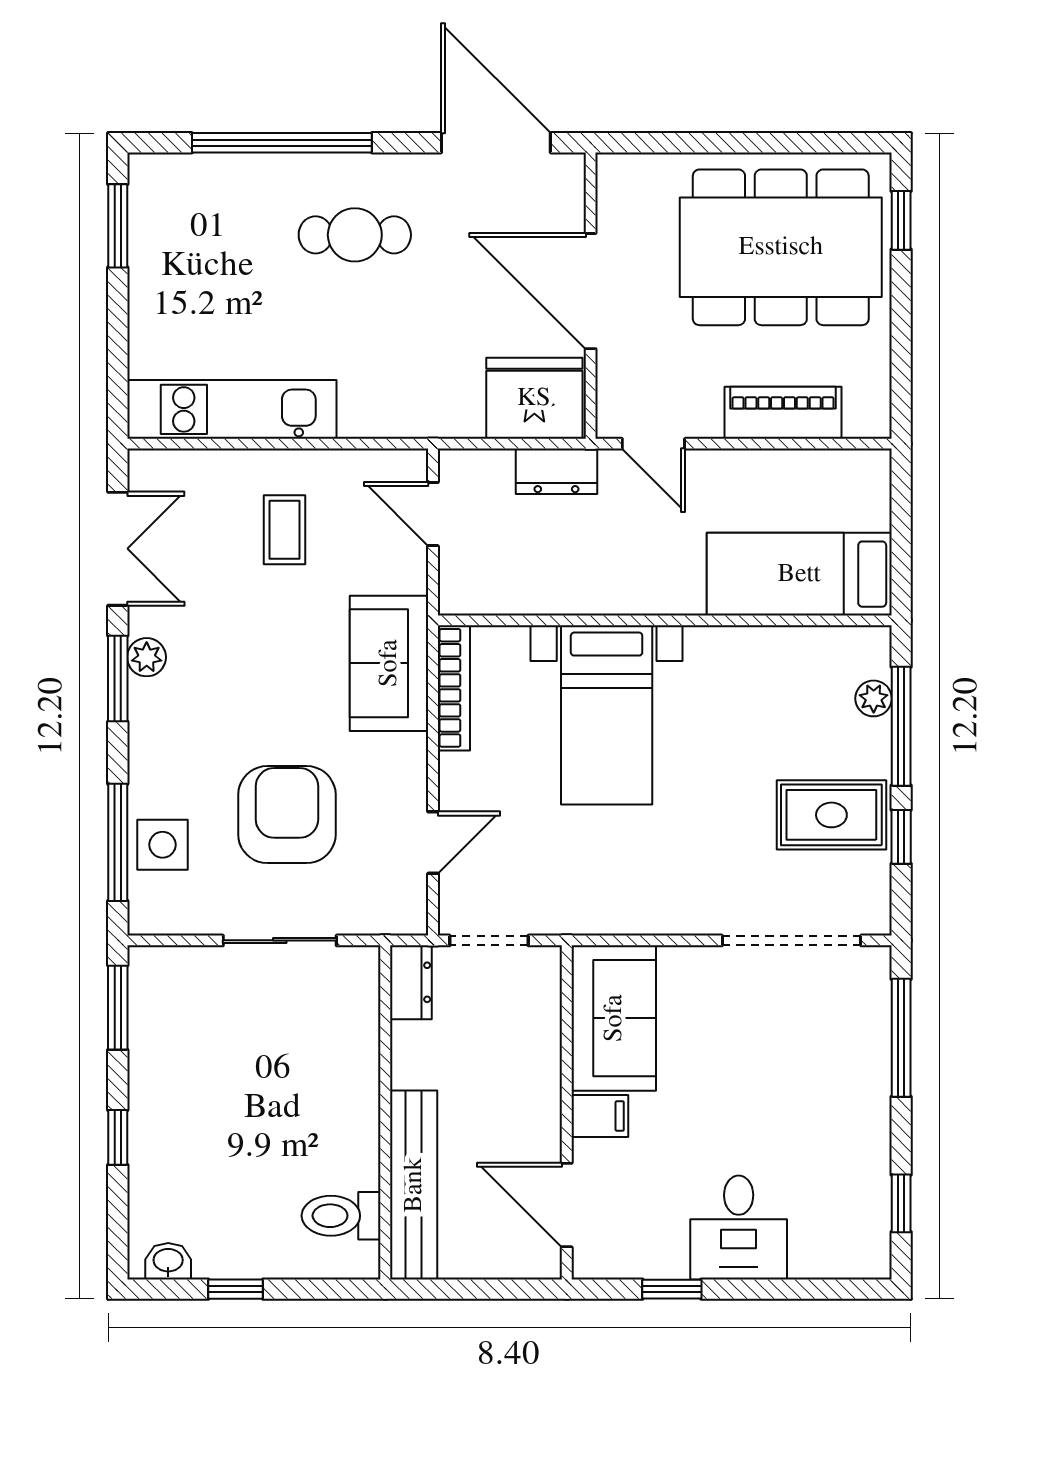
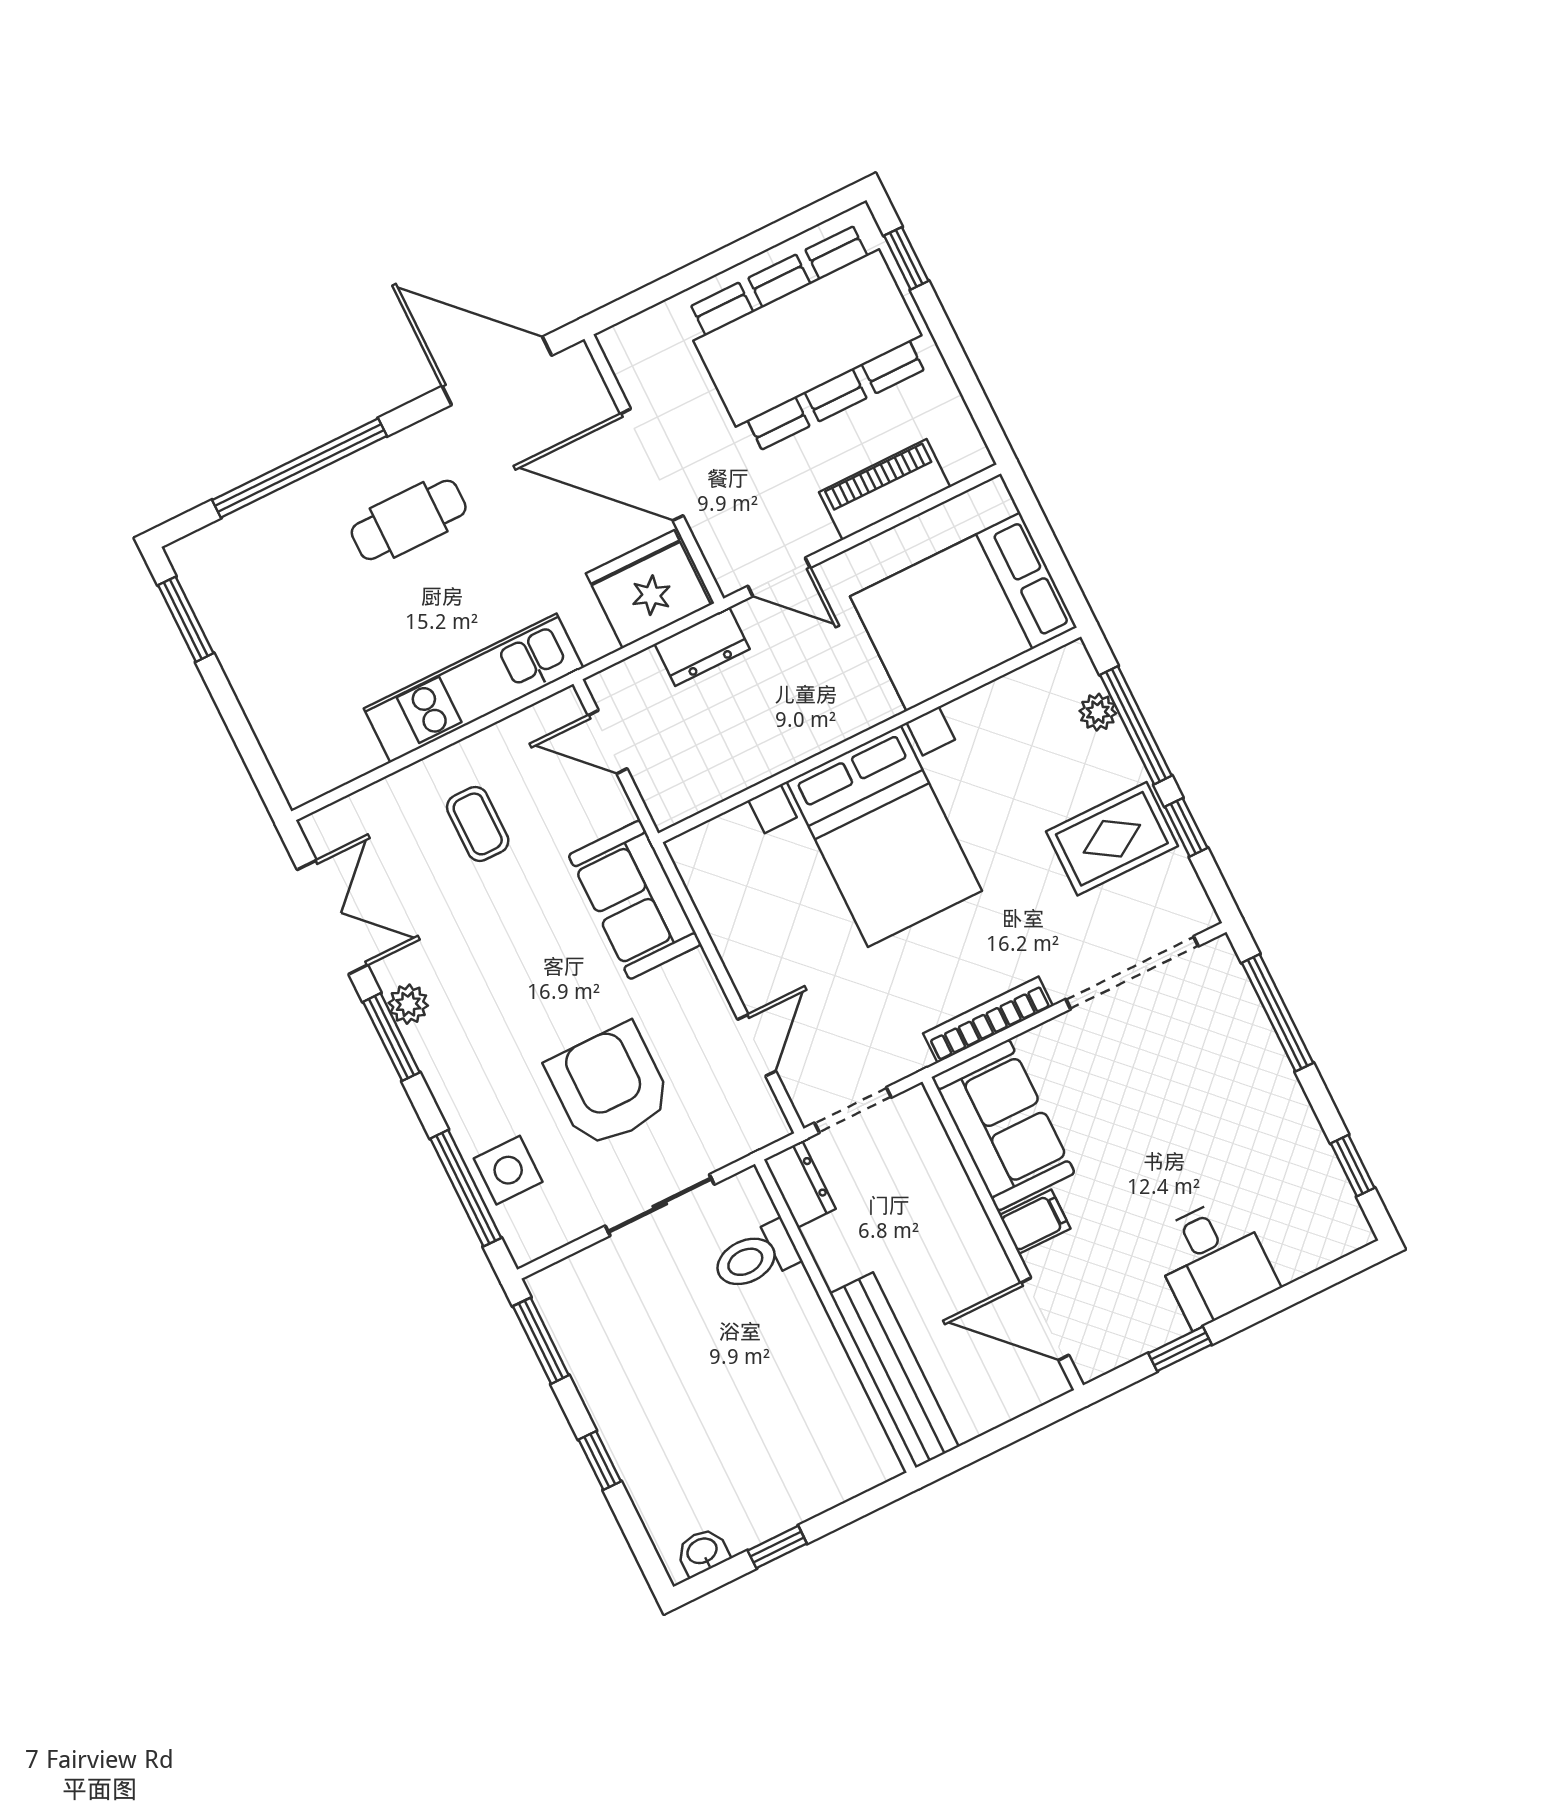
kitchen unit: (232, 409) -> (474, 688), moved
bed: (799, 574) -> (963, 612), width x1.50
bookcase: (454, 688) -> (988, 1020), moved, turned -90
bed with nightstands: (607, 715) -> (884, 836), width x1.36
toilet: (341, 1216) -> (756, 1257), moved

